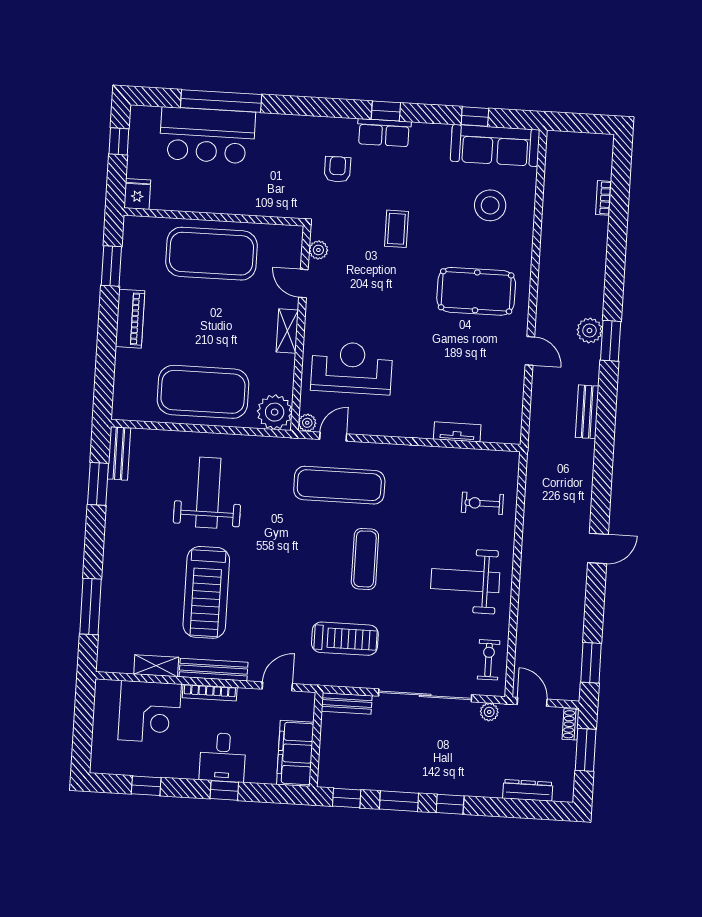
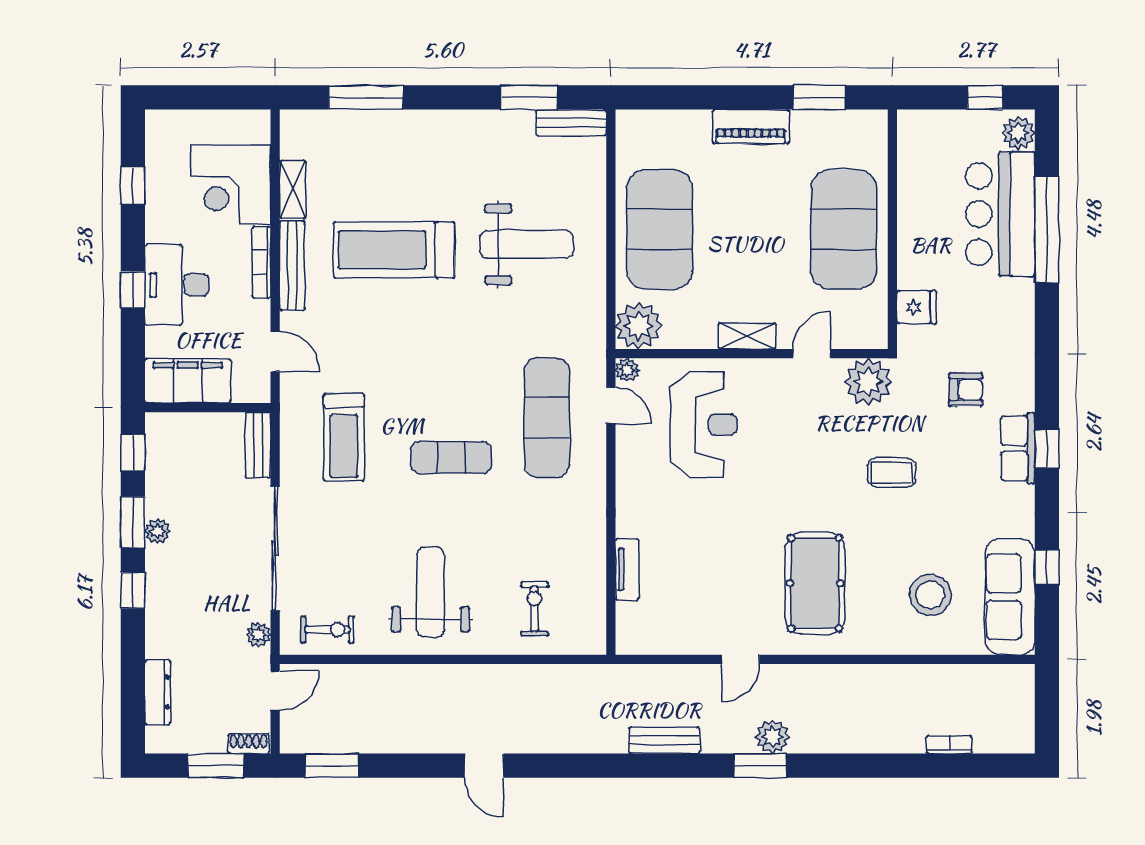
plant: (147, 118) -> (1018, 133), added
fridge: (137, 194) -> (917, 307), moved
plant: (318, 250) -> (868, 382), width x1.88, depth x1.88
desk: (223, 757) -> (177, 285), width x1.37
plant: (407, 783) -> (157, 531), added

